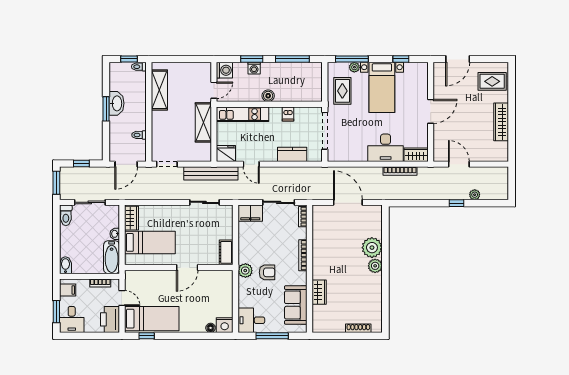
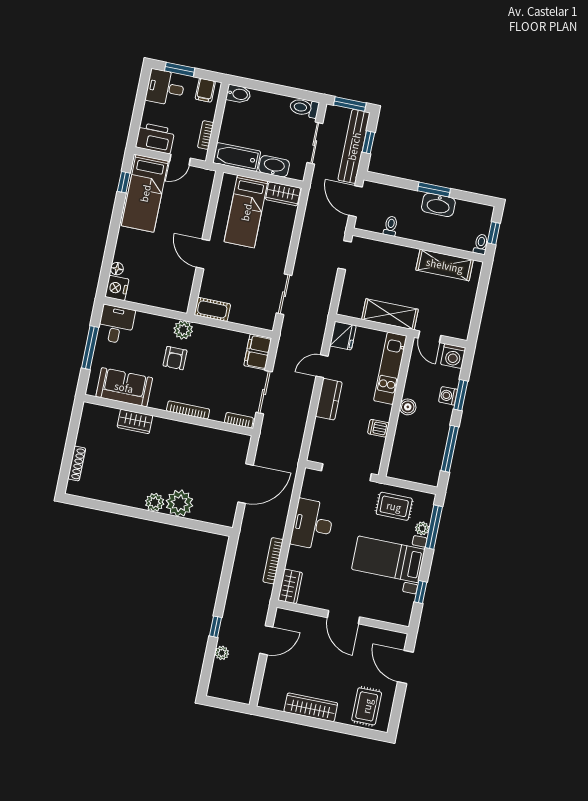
desk: (386, 148) -> (312, 524), moved
kitchen counter: (292, 154) -> (329, 399), moved
bench: (211, 173) -> (354, 146), moved
washbasin: (115, 234) -> (274, 166), width x1.91, depth x1.45

